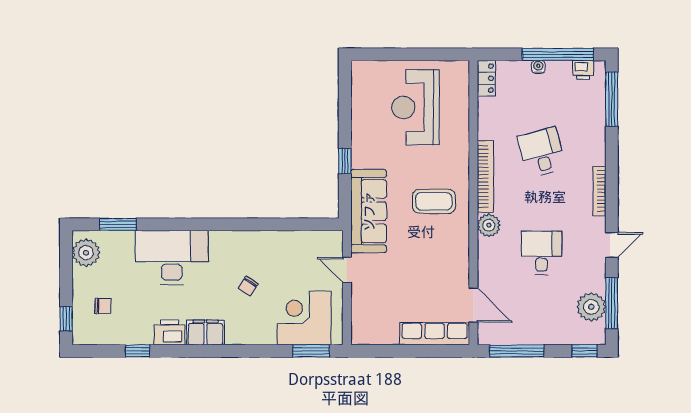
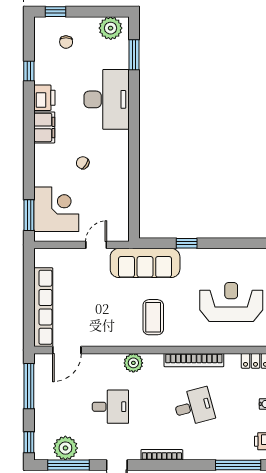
bookcase: (485, 176) -> (194, 360), moved
row of seats: (435, 334) -> (43, 307), width x1.36

